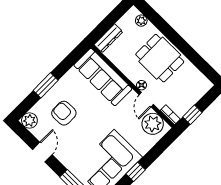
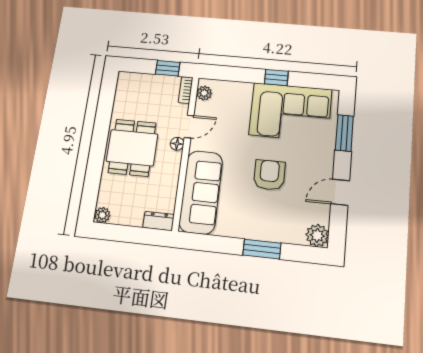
plant: (141, 21) -> (102, 215), moved
dresser: (108, 38) -> (159, 221), width x0.70
armchair: (64, 113) -> (269, 175), moved, turned 180
plant: (153, 124) -> (204, 93), width x0.53, depth x0.53

